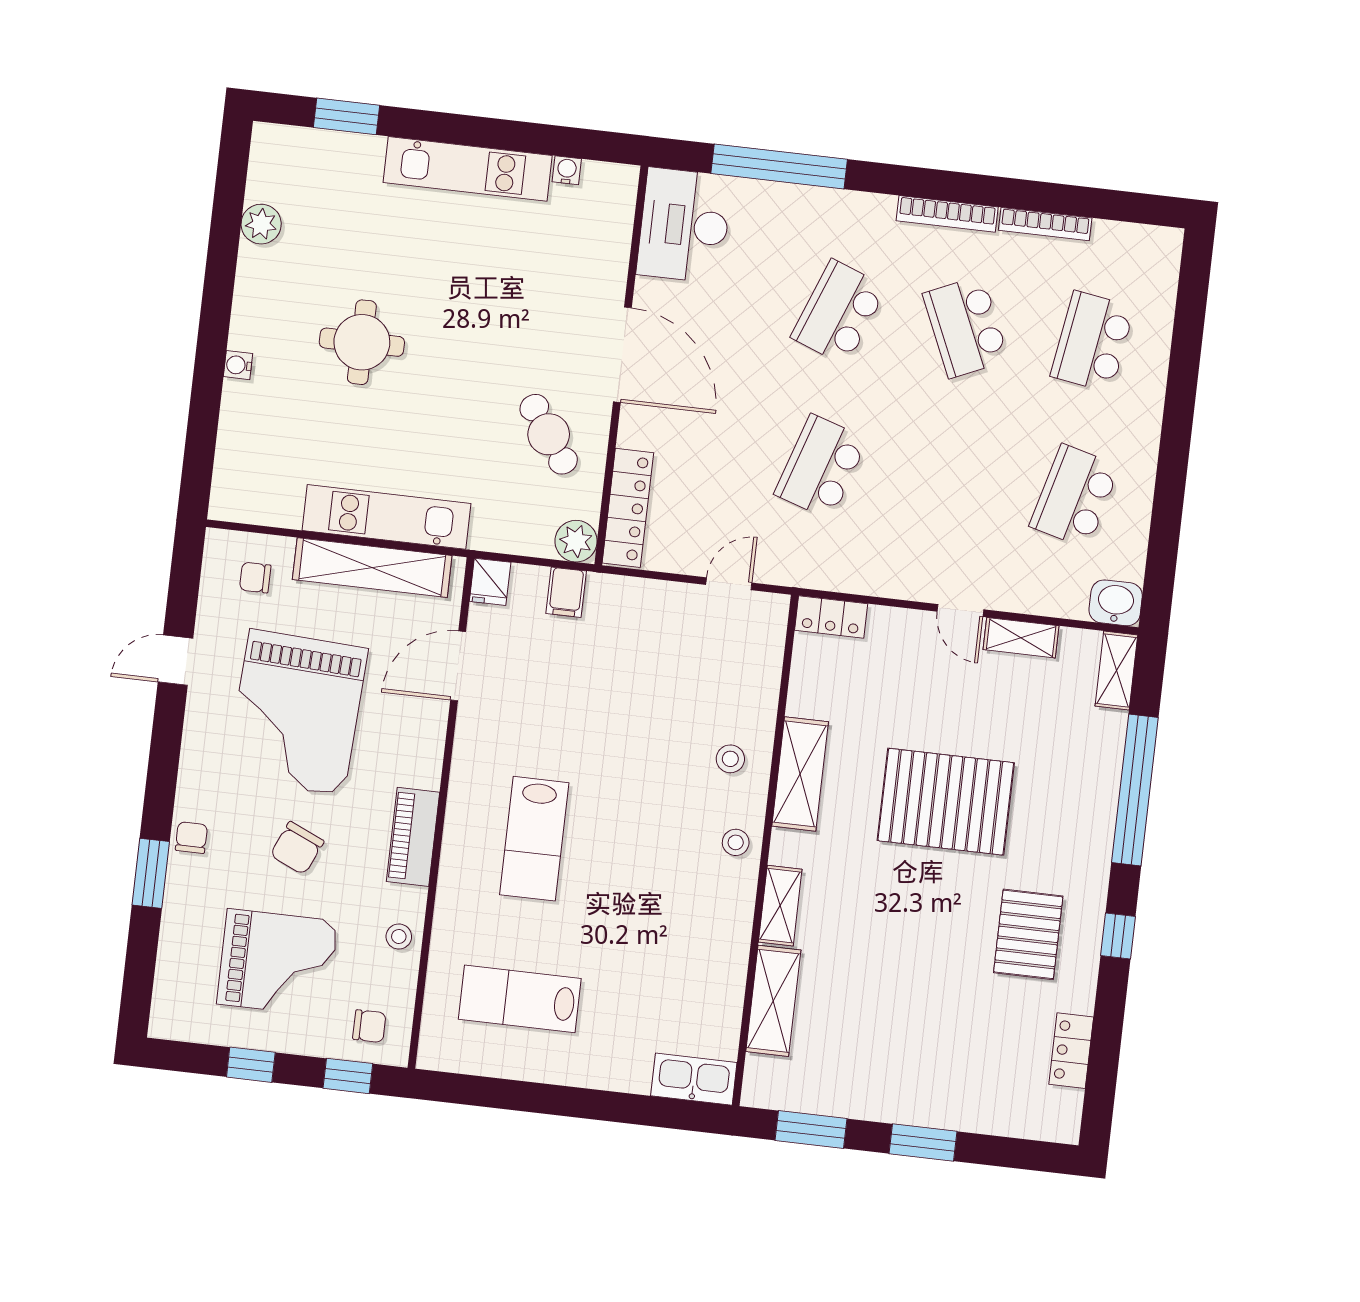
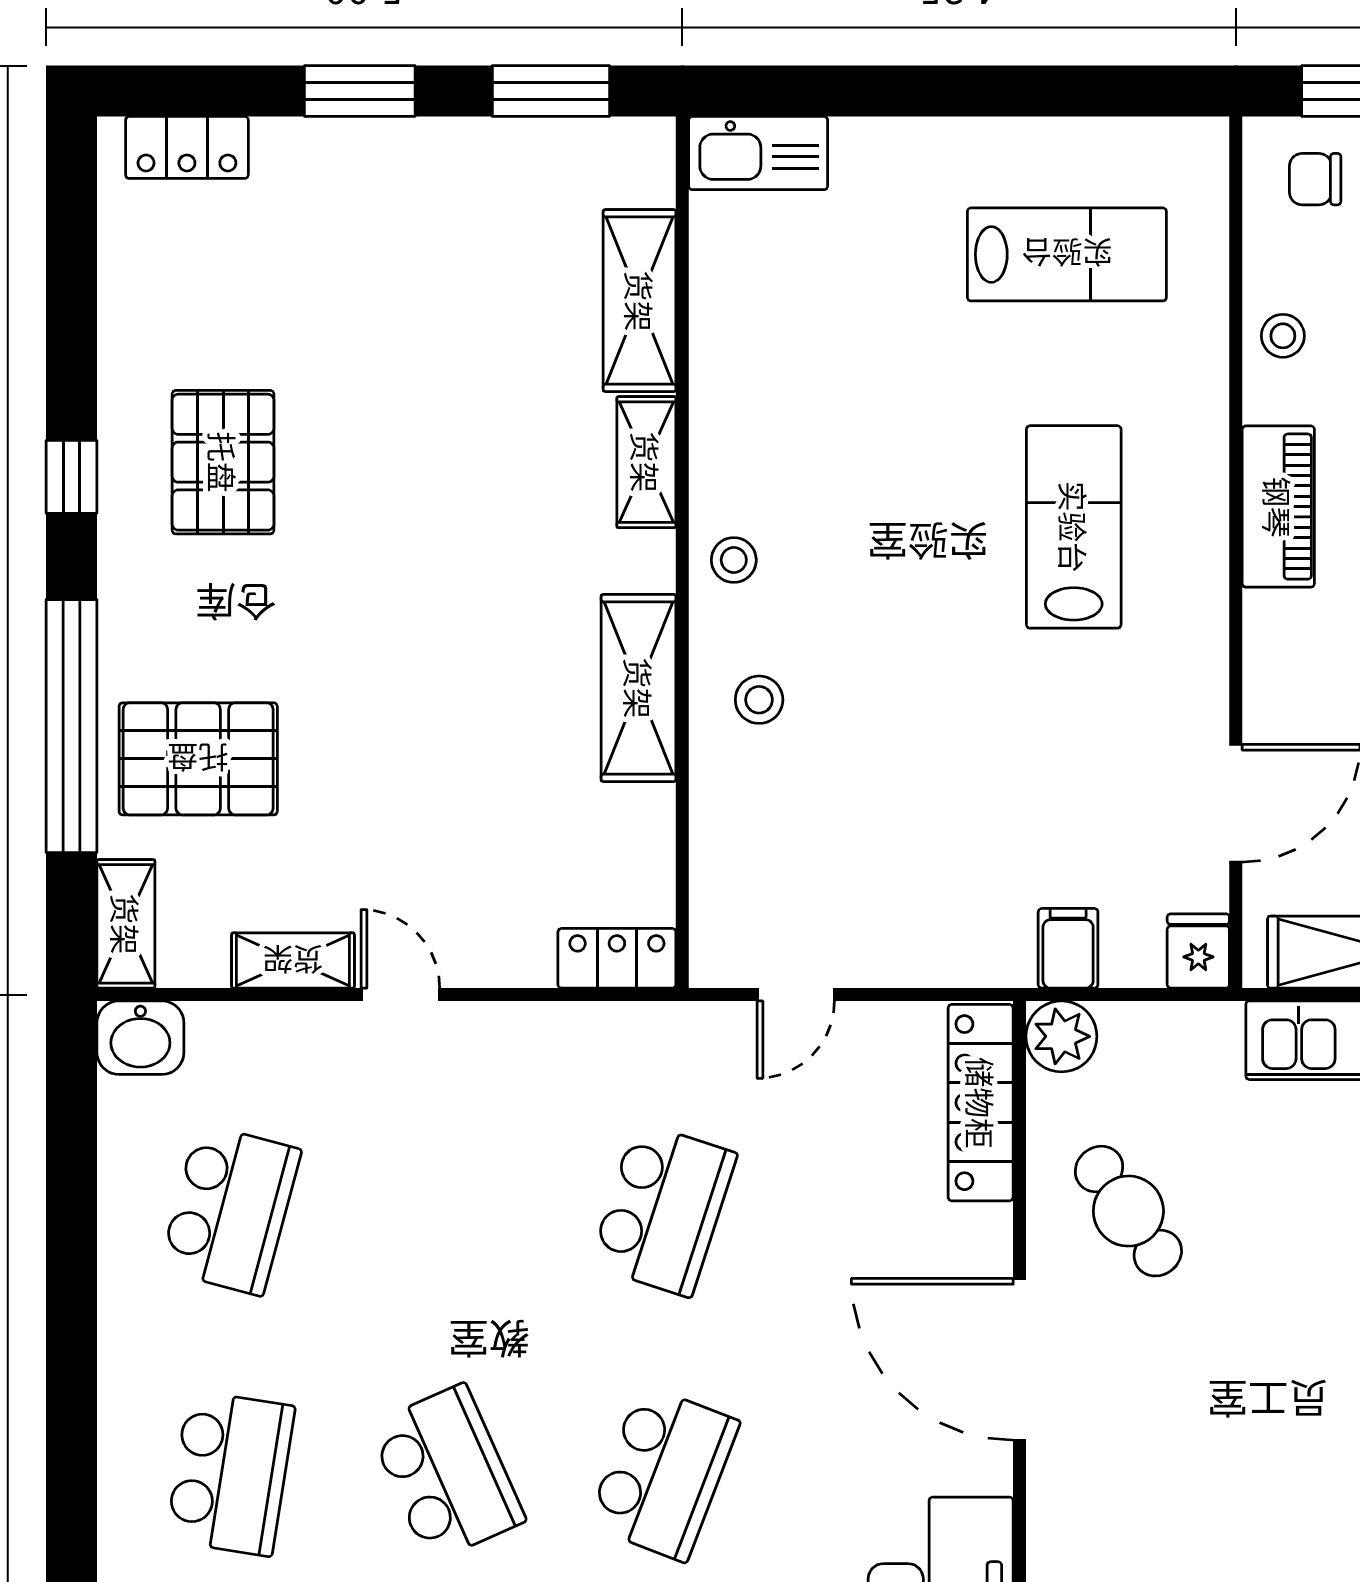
pallet: (946, 802) -> (198, 759), moved, width x0.73, depth x0.71
locker: (1071, 1051) -> (187, 147), moved, turned 90

